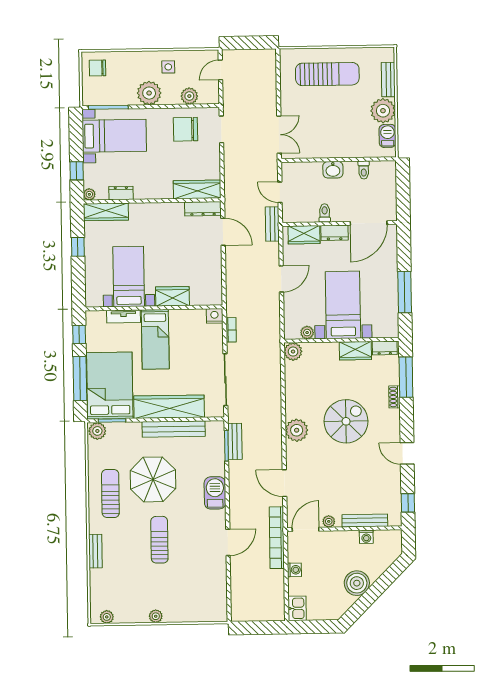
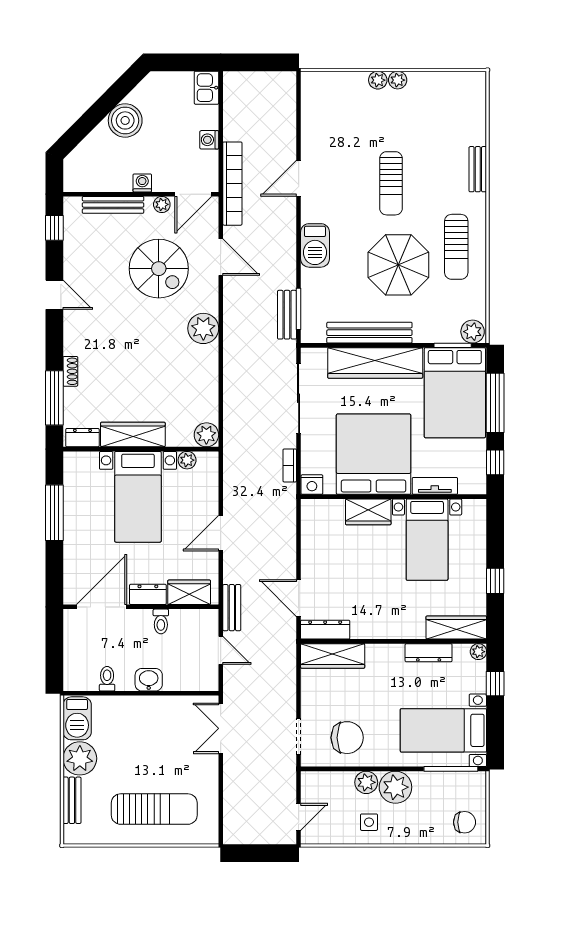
sun lounger: (327, 74) -> (154, 809), turned 180
plant: (189, 96) -> (366, 782), moved
barbecue: (388, 136) -> (77, 718), width x1.38, depth x1.27
dresser: (121, 193) -> (429, 653), width x1.44
bed: (155, 339) -> (374, 454), width x2.04
wardrobe: (355, 351) -> (133, 435), width x1.50
spiral stairs: (346, 421) -> (159, 269), moved, turned -90
washing machine: (366, 537) -> (142, 183), moved
plant: (107, 617) -> (378, 80), moved

